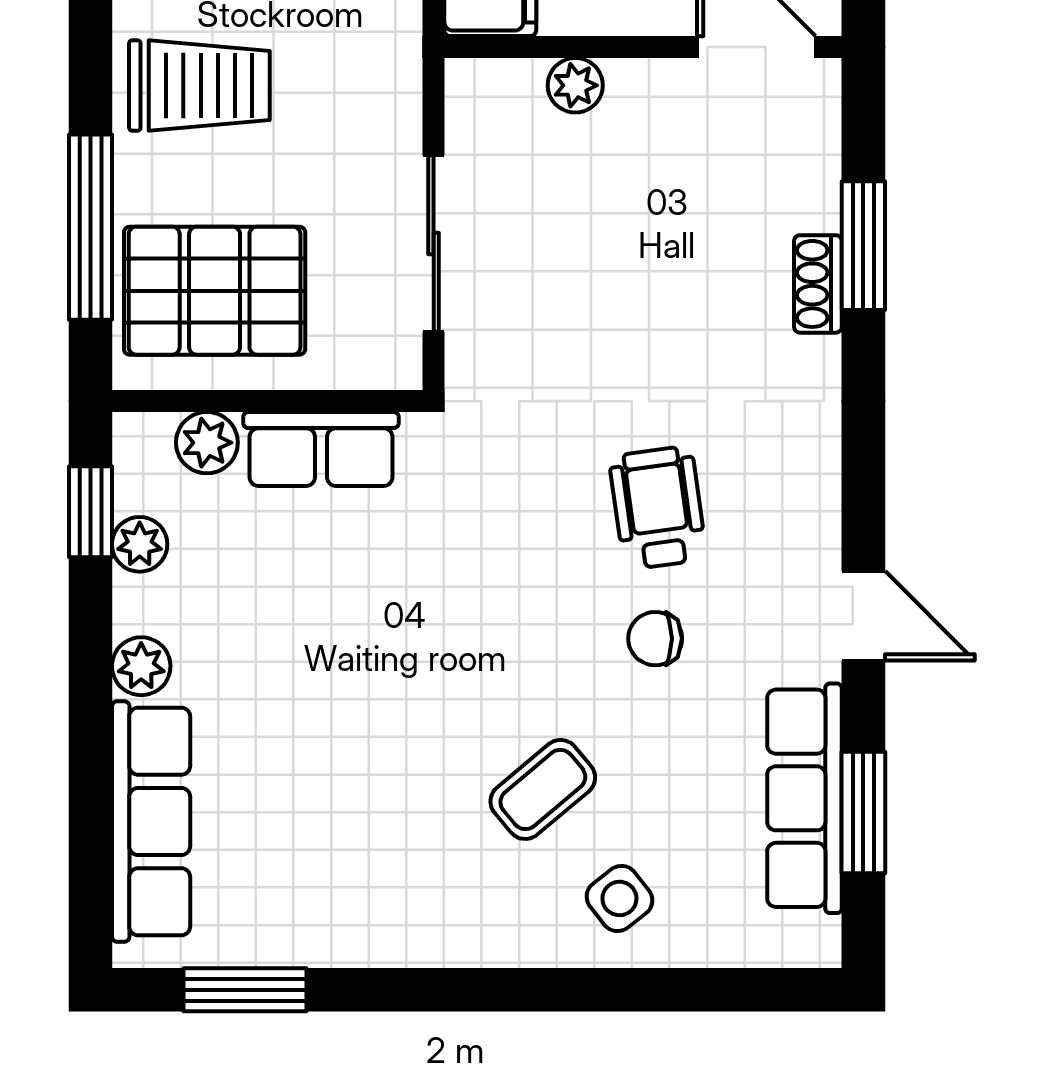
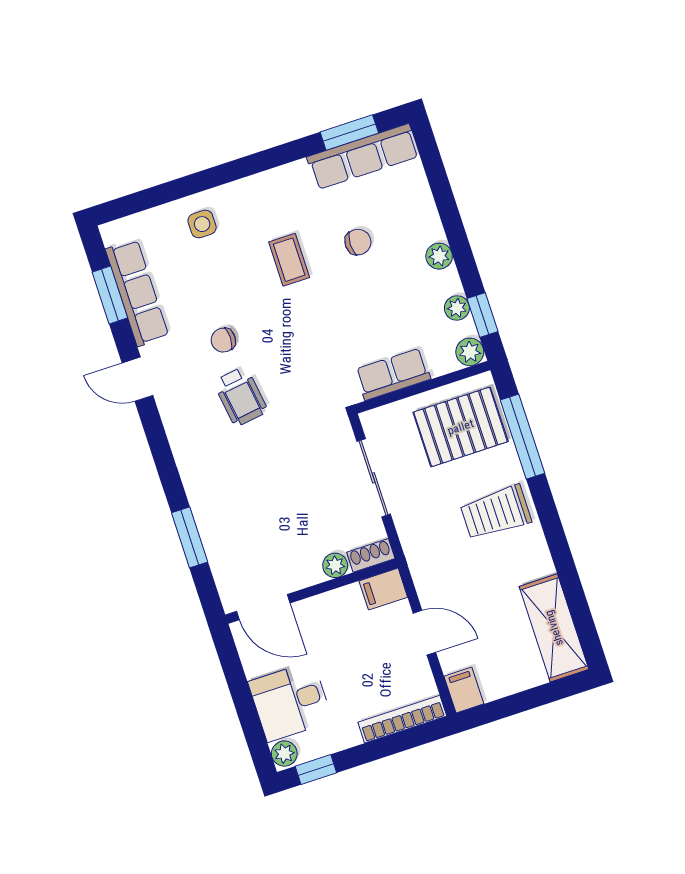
shoe rack: (818, 284) -> (371, 555), moved, turned -90
plant: (207, 443) -> (470, 352), moved
chair: (655, 639) -> (223, 340), turned 180
chair: (303, 752) -> (358, 242), added
coffee table: (543, 789) -> (289, 260), moved, turned -50
row of seats: (151, 821) -> (363, 157), moved, turned -90
side table: (619, 898) -> (202, 224), turned 38

